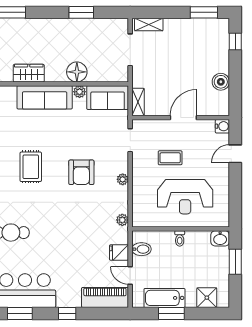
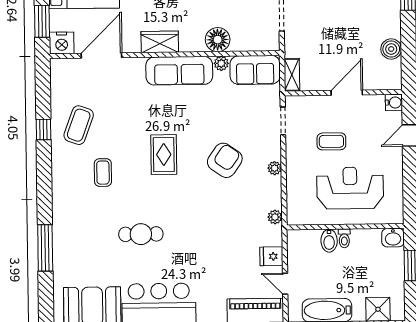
armchair: (81, 172) -> (225, 160), turned -145
reception desk: (185, 197) -> (350, 188), turned 180
bidet: (141, 249) -> (329, 241), moved, turned 90

